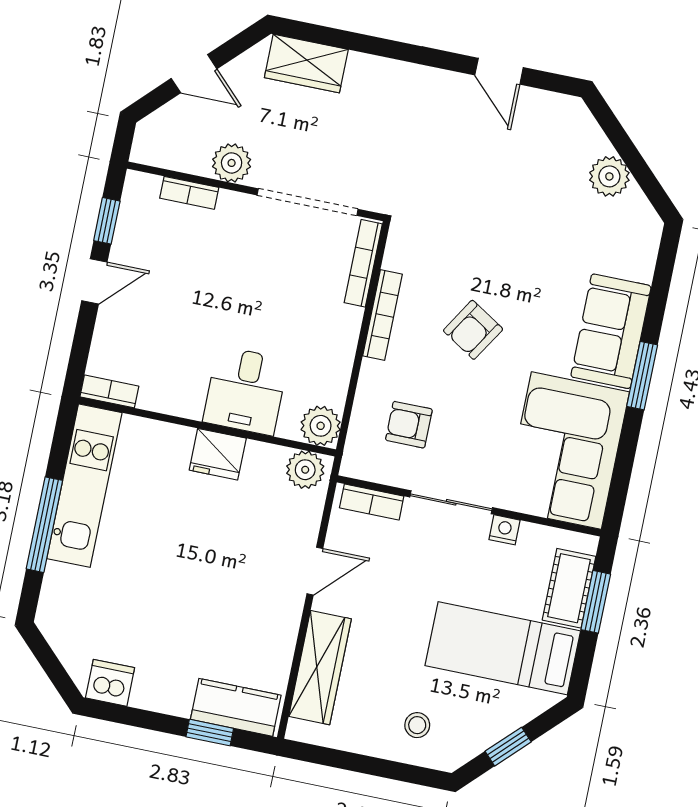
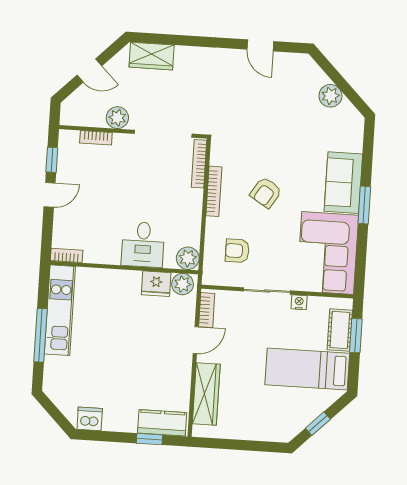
fridge: (218, 454) -> (156, 284), moved
bookcase: (372, 502) -> (207, 310), moved, turned -90
stool: (417, 725) -> (265, 419), removed

